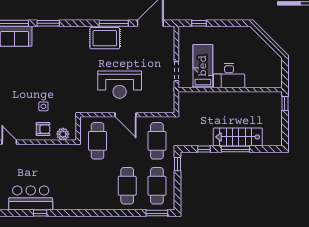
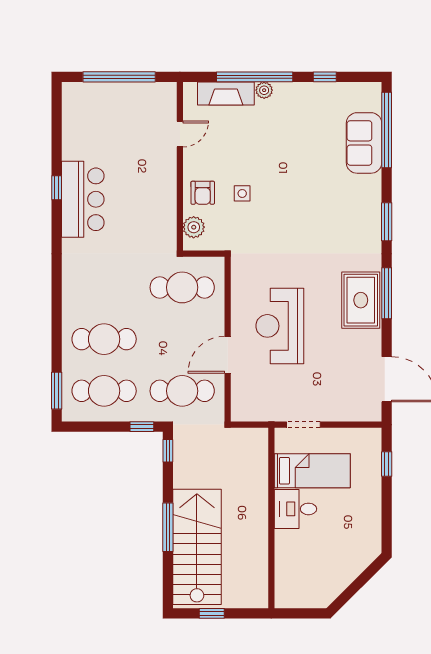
window: (48, 23) -> (387, 222), moved
window: (114, 23) -> (387, 293), moved
desk: (229, 76) -> (295, 509), width x0.73
window: (285, 104) -> (212, 613), moved
door: (126, 115) -> (228, 355), moved
stairs: (238, 137) -> (197, 547), width x1.36, depth x1.51
window: (204, 149) -> (168, 451), moved
bar counter: (31, 198) -> (83, 199), moved

